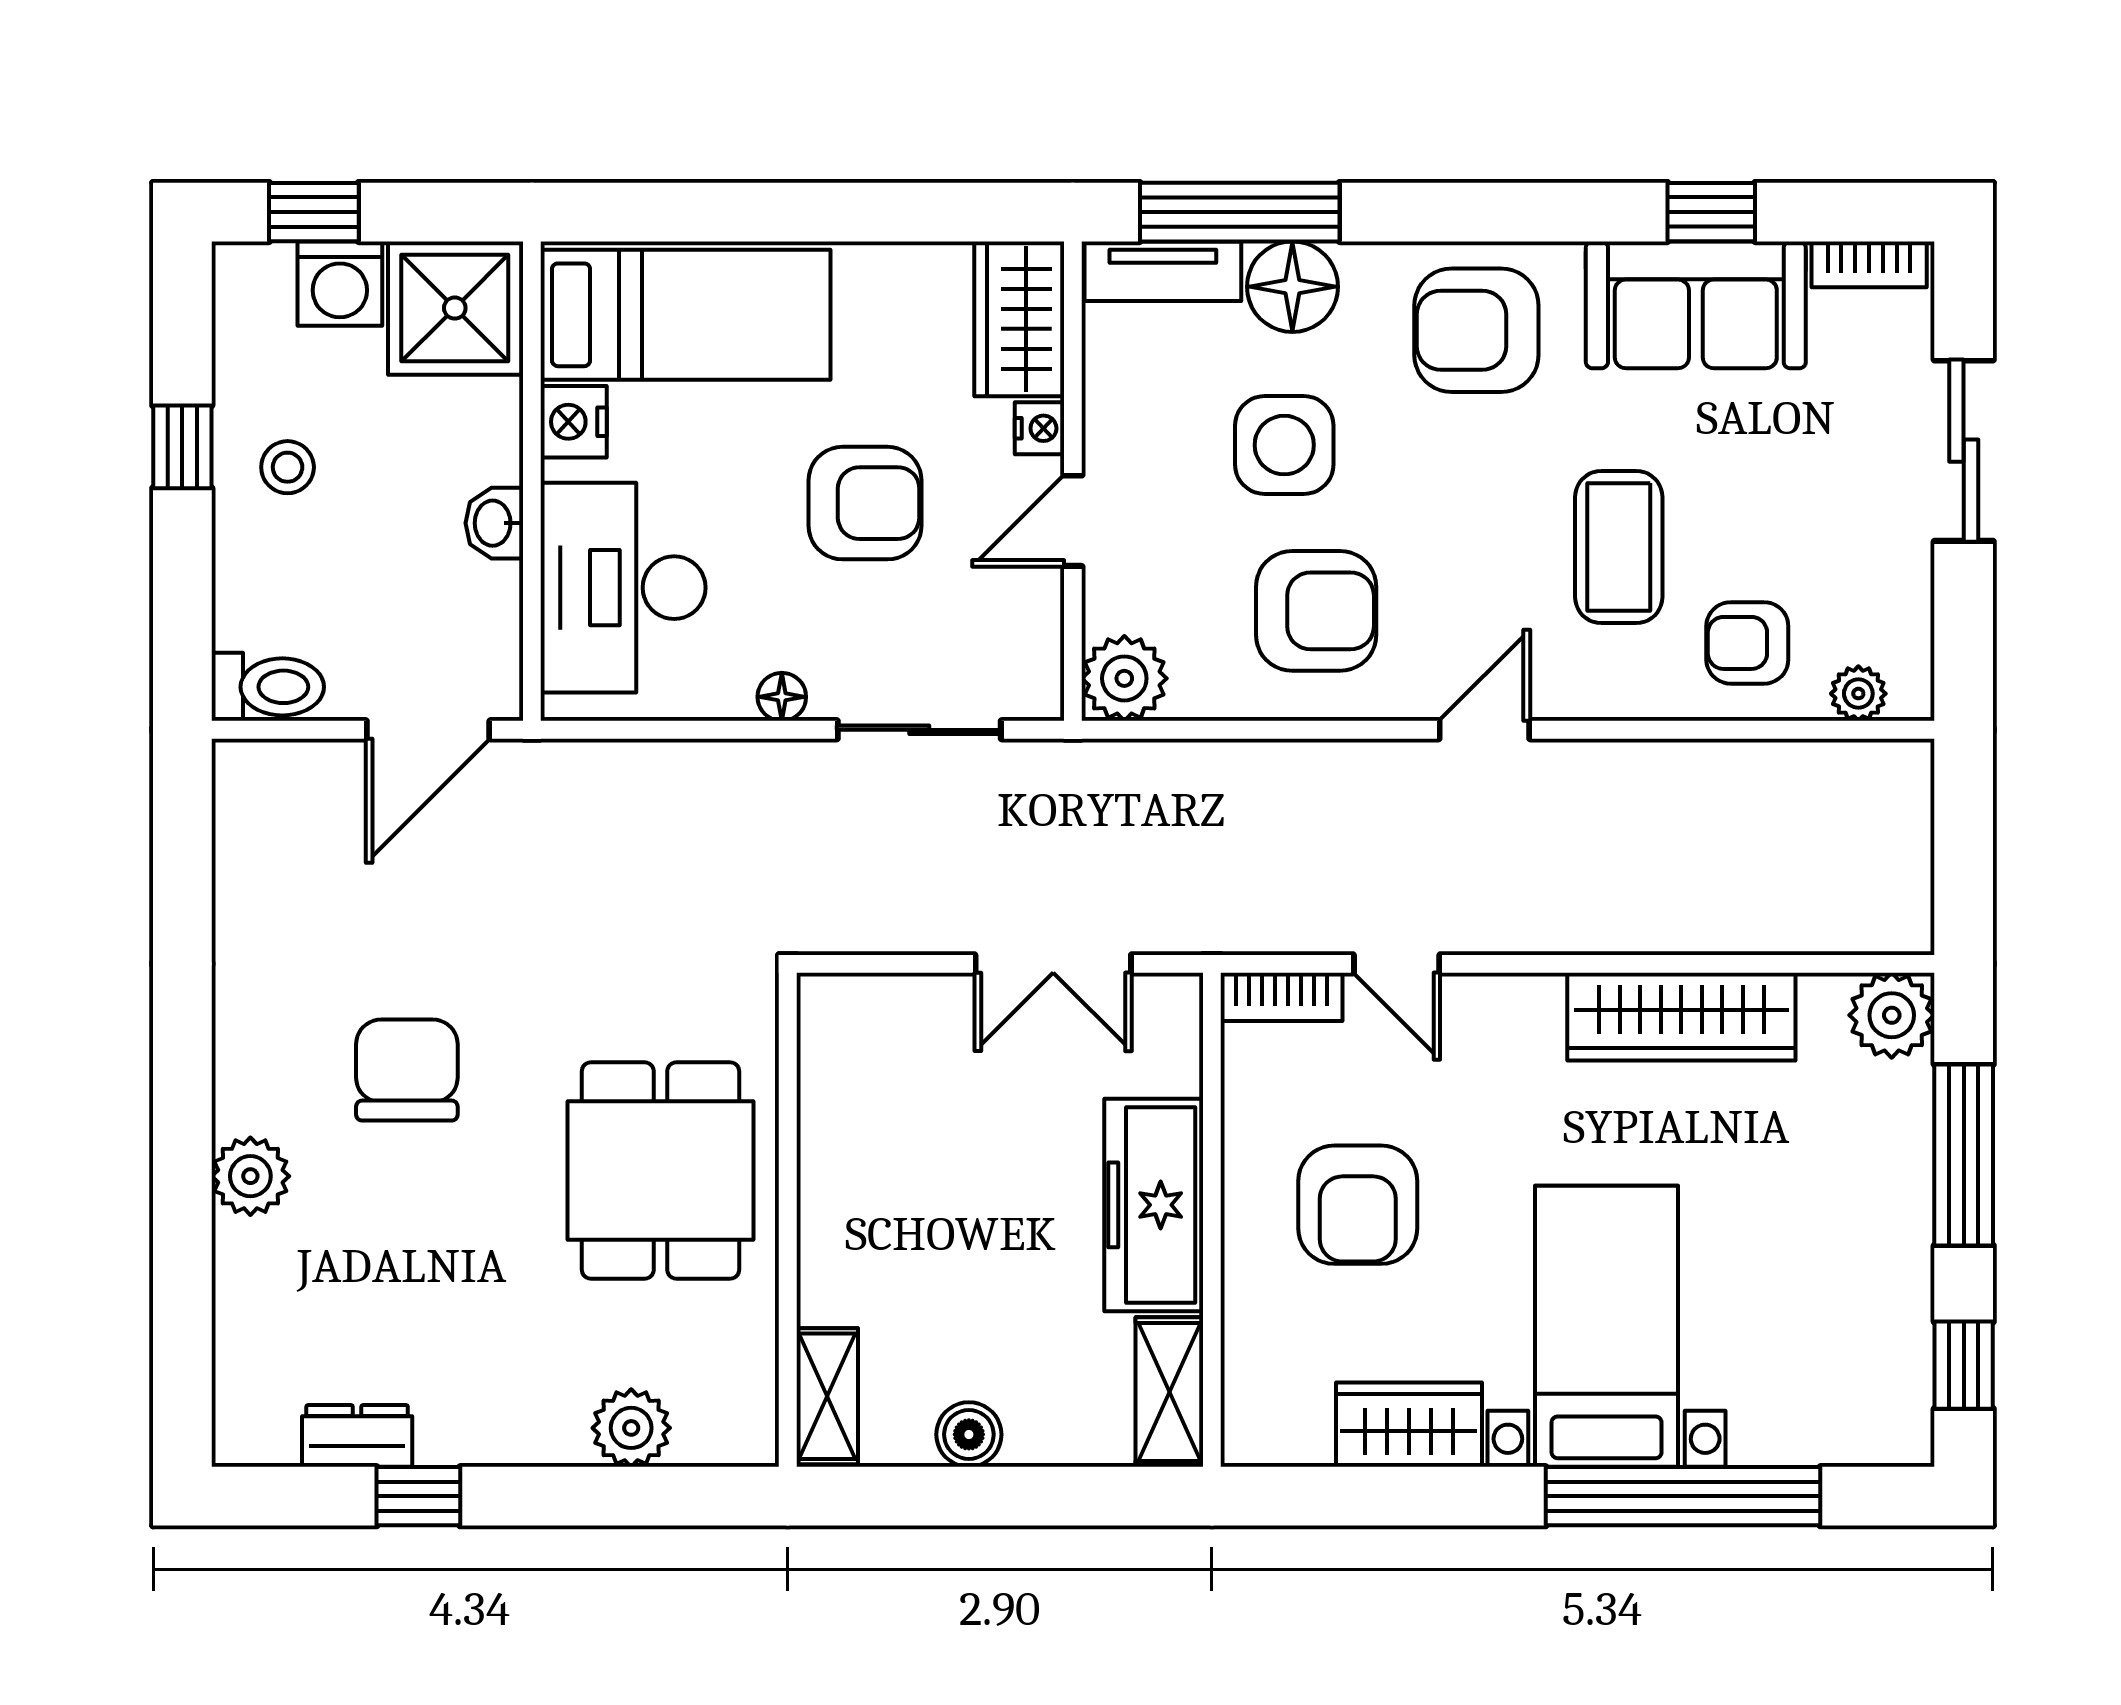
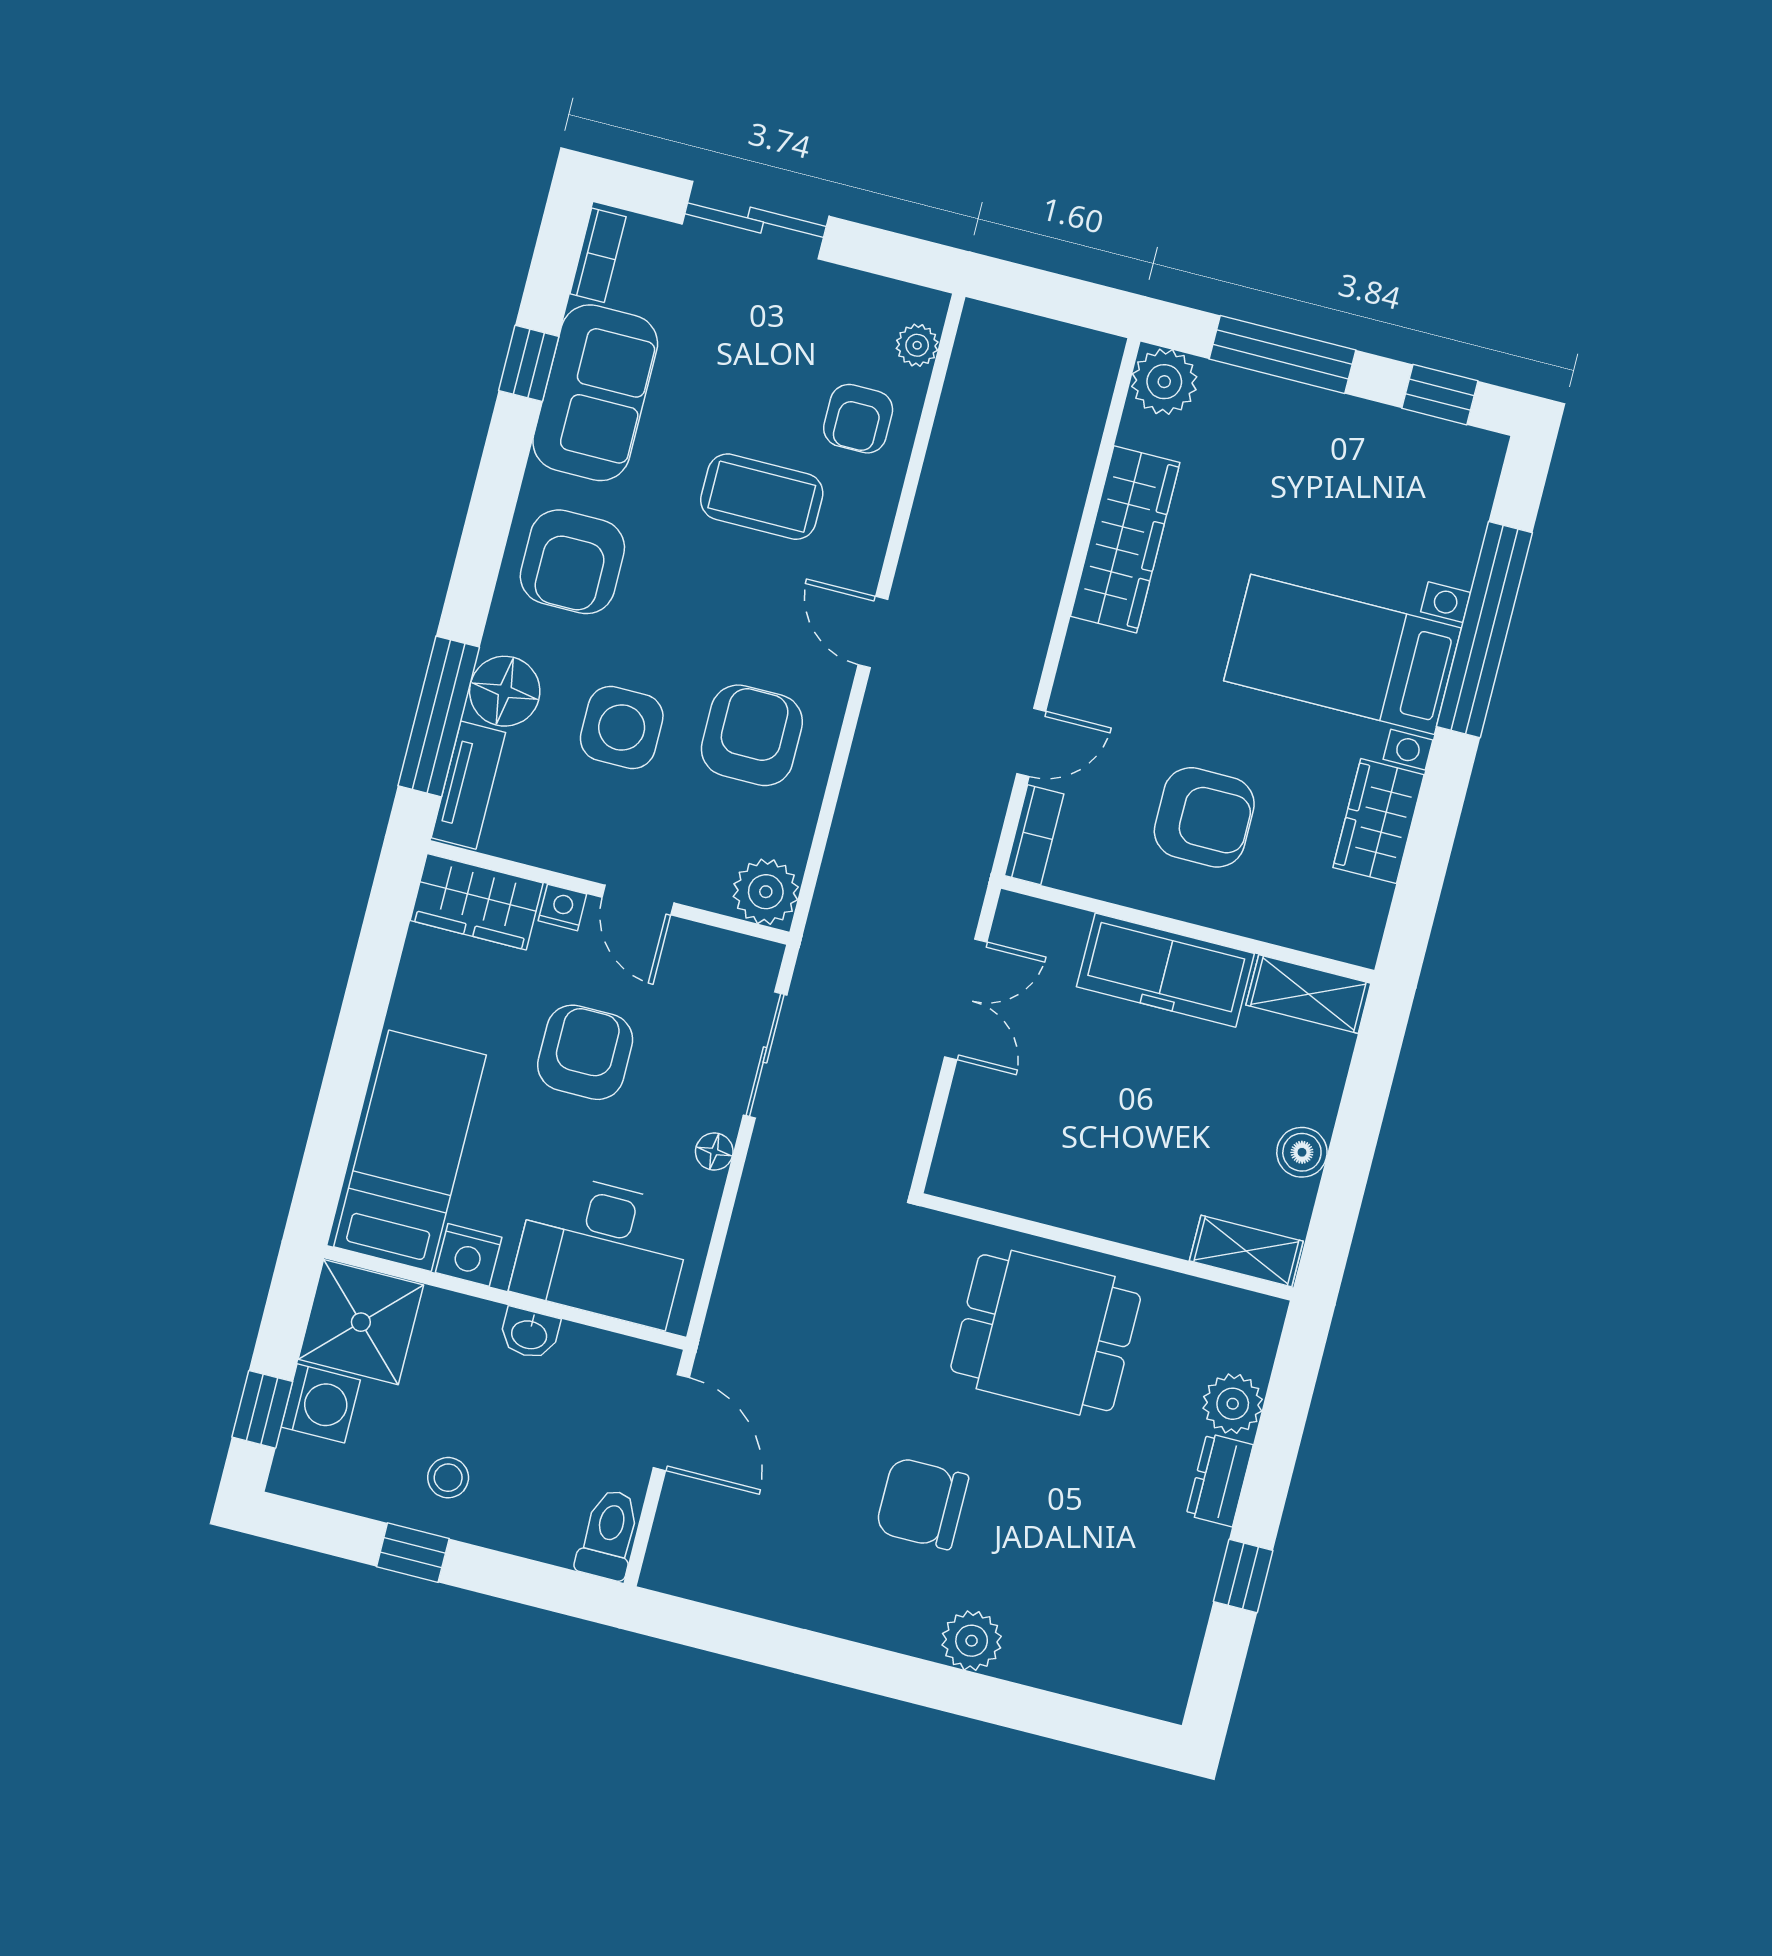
dresser: (357, 1436) -> (1220, 1480), moved

